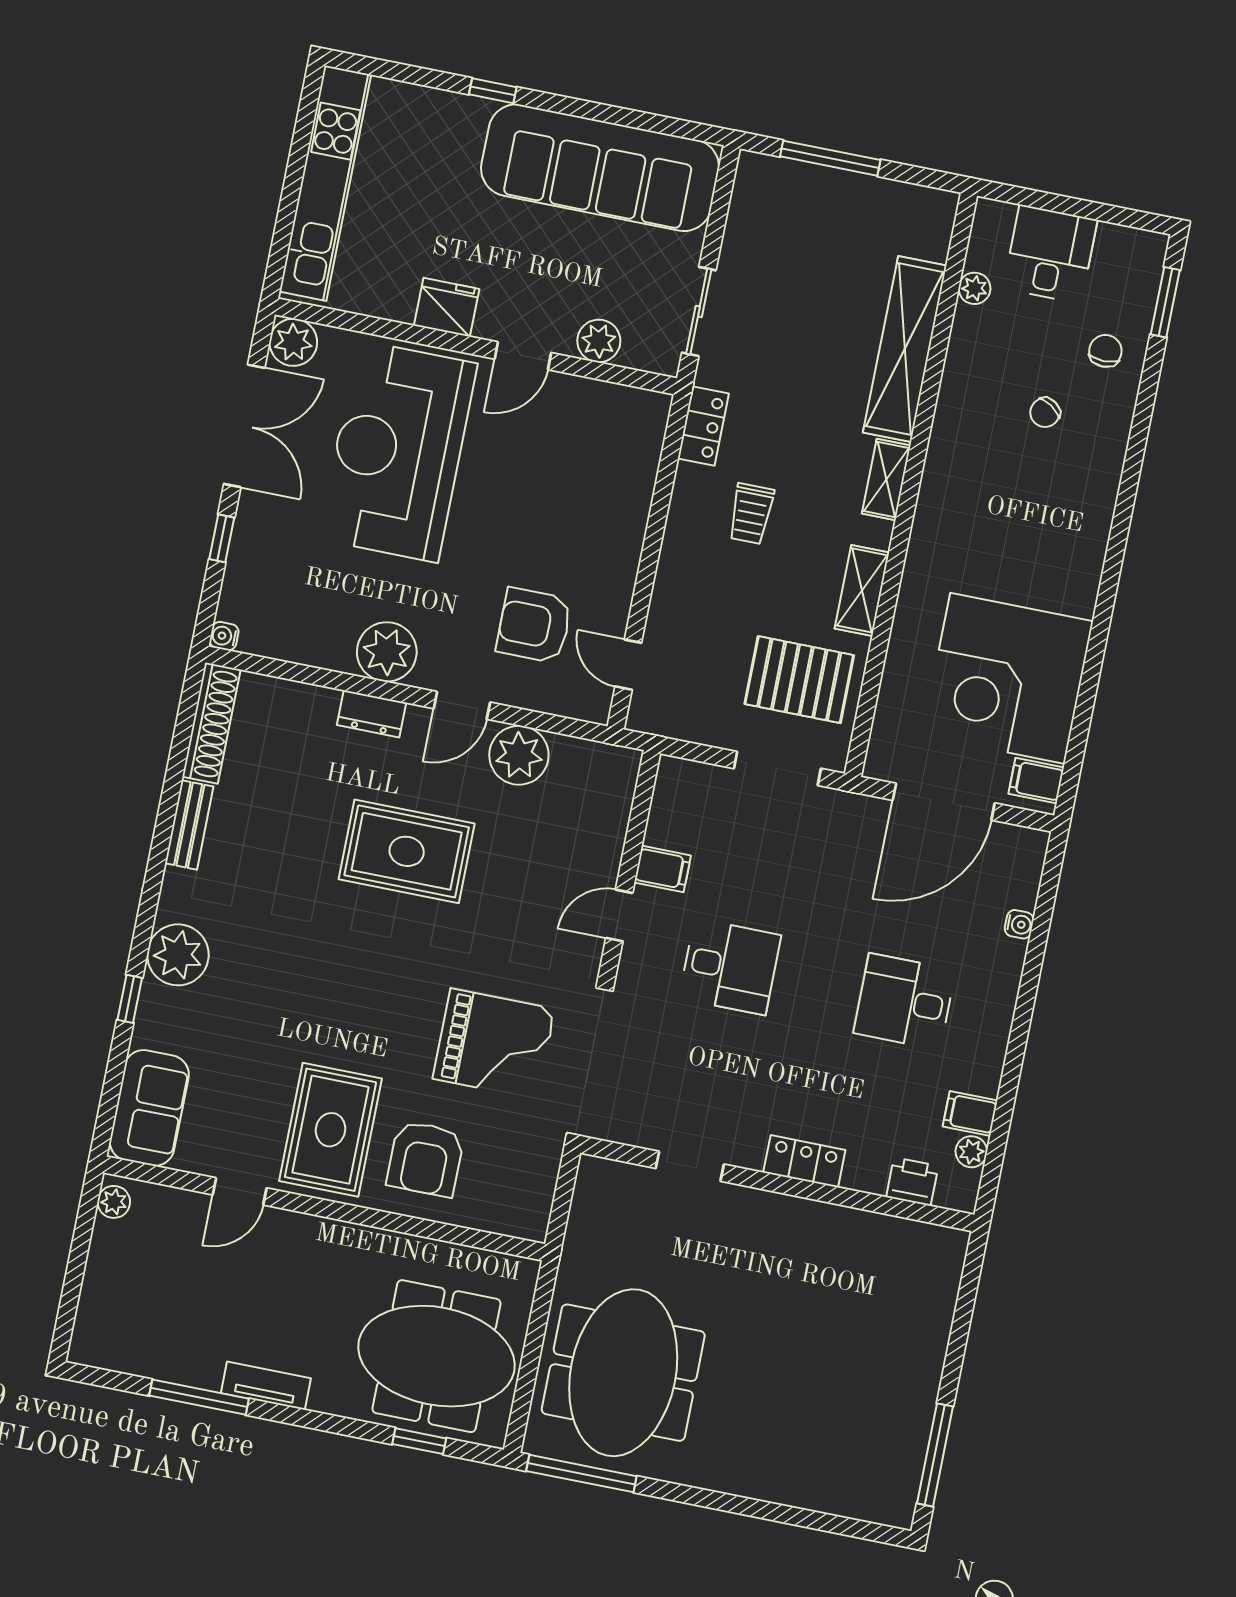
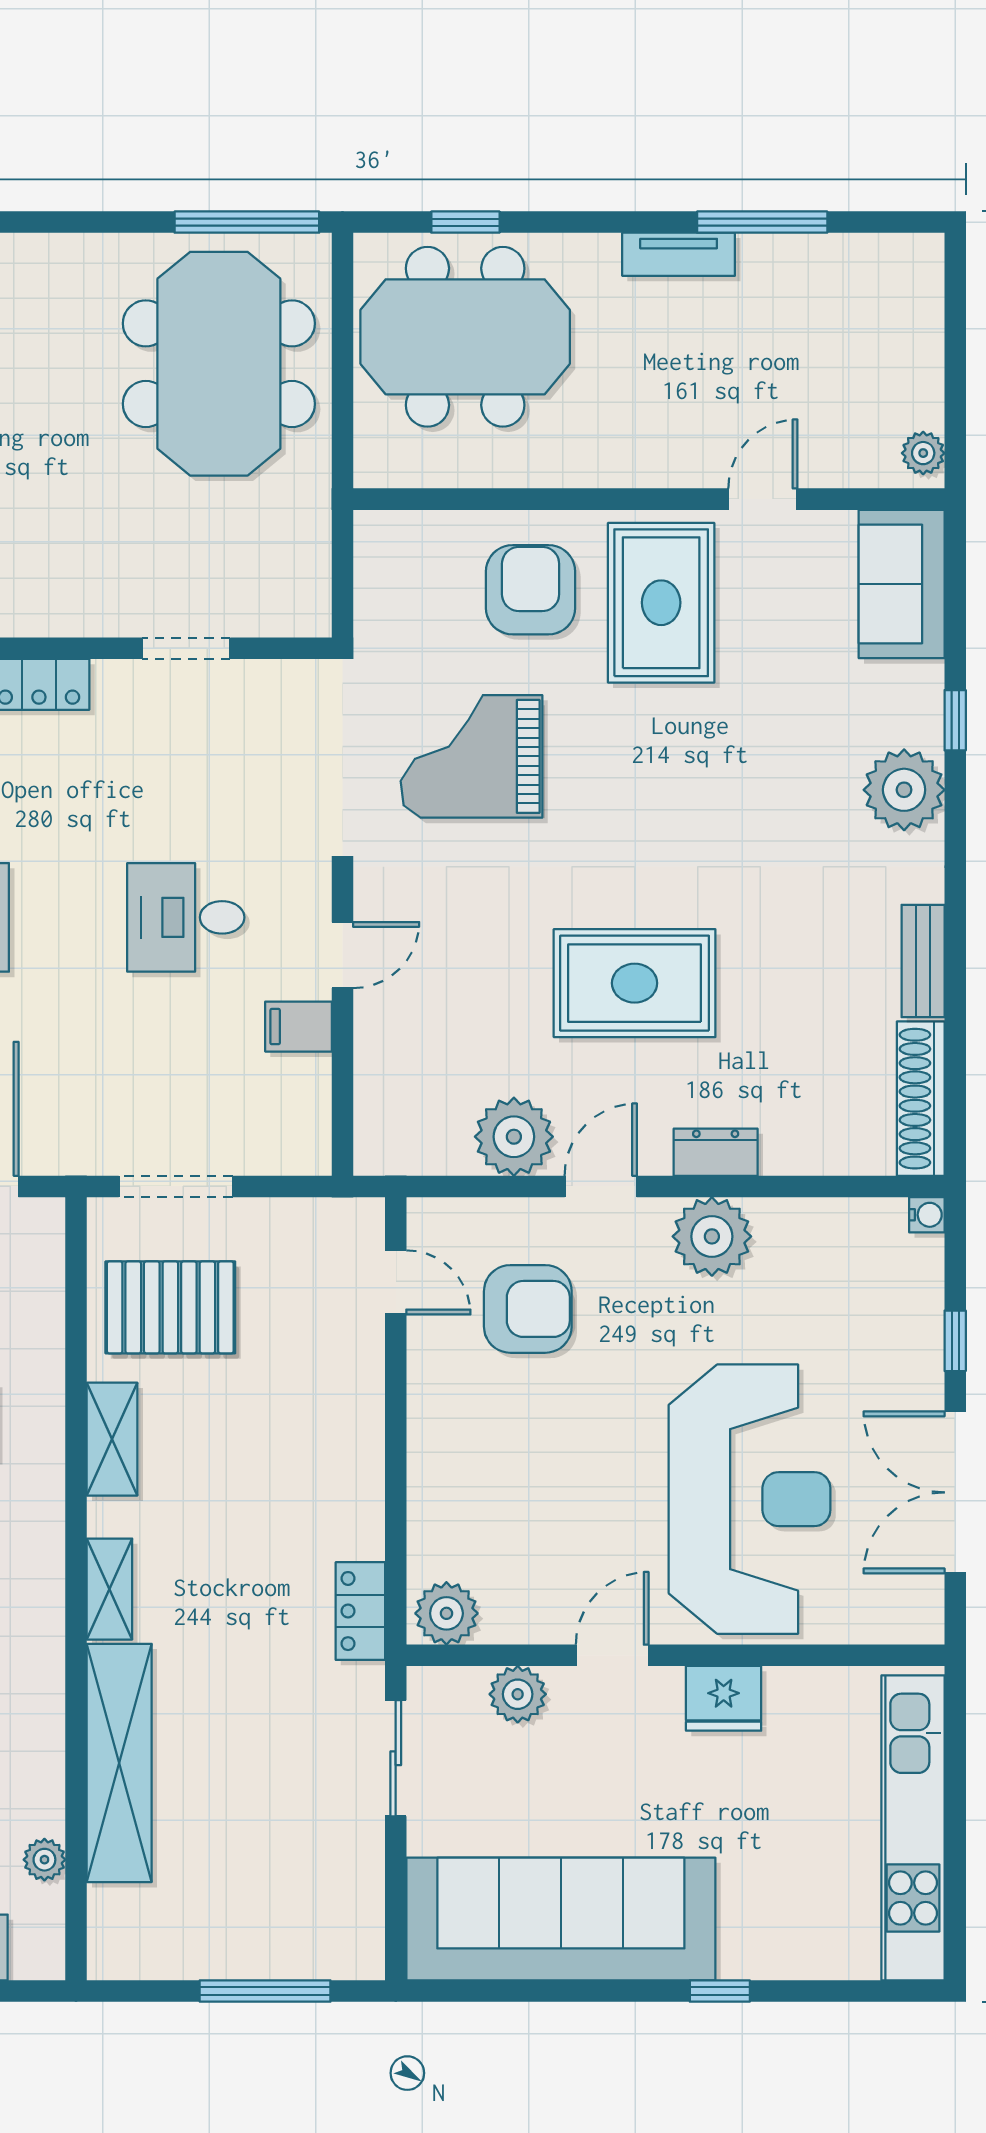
plant: (293, 342) -> (446, 1613), moved
trolley: (751, 514) -> (276, 1510), removed

